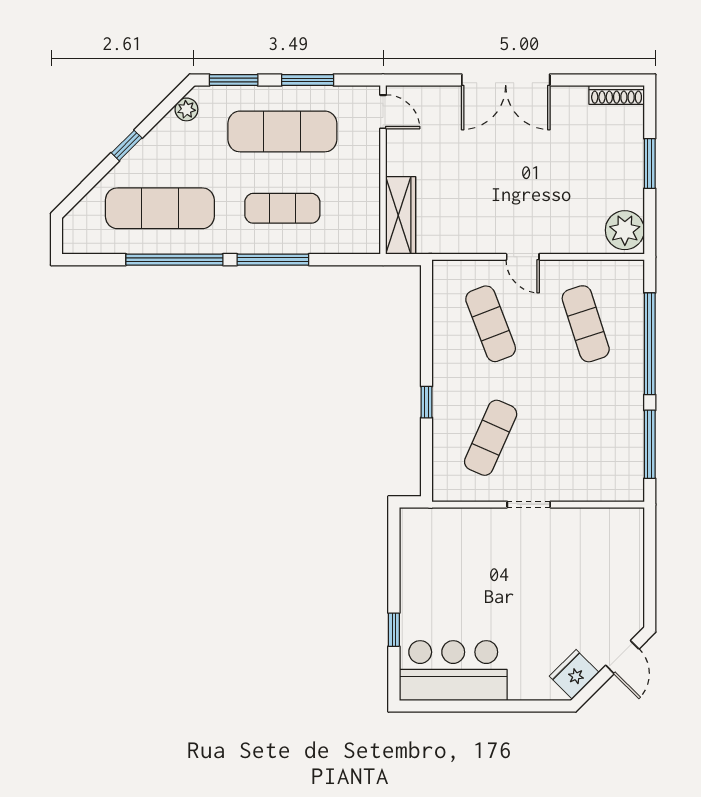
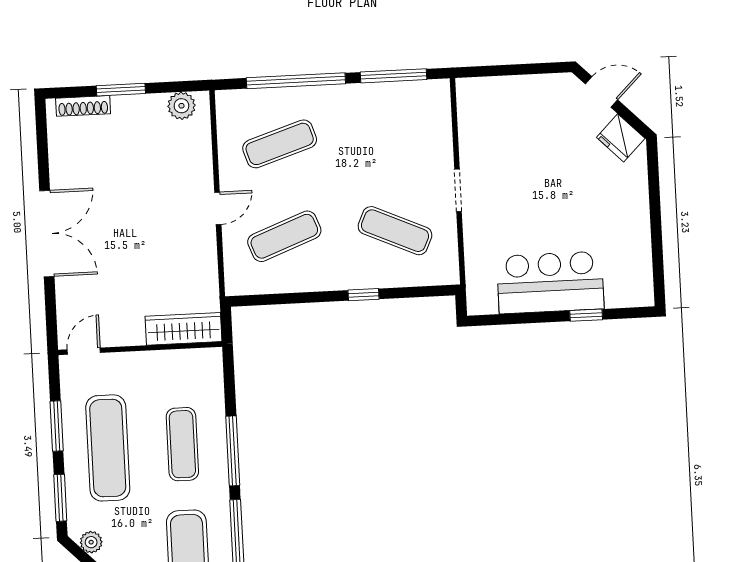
shoe rack: (617, 95) -> (83, 106), moved, turned 90
plant: (625, 230) -> (181, 106), width x0.73, depth x0.73
bar counter: (453, 671) -> (550, 282), moved, turned 90

